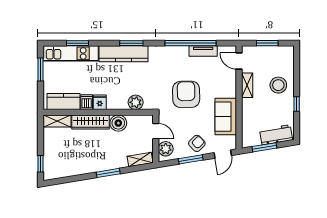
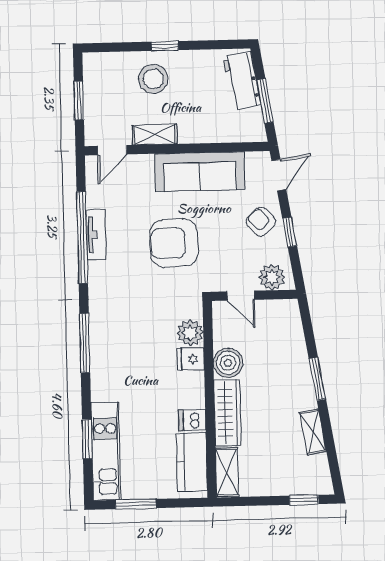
window: (131, 43) -> (85, 343), width x1.44
tv unit: (203, 51) -> (96, 235), moved
kitchen counter: (123, 54) -> (104, 357), removed
fridge: (100, 102) -> (191, 359), moved
window: (297, 104) -> (165, 46), moved
sofa: (226, 117) -> (200, 172), width x1.36
door: (156, 131) -> (241, 296), swing flipped
door: (223, 154) -> (279, 175), hinge flipped
window: (191, 159) -> (290, 232), width x0.67
shelving: (140, 160) -> (313, 432), moved

